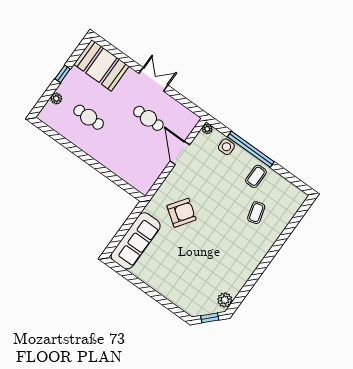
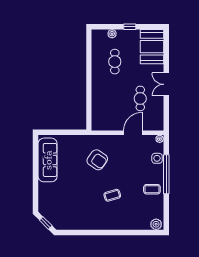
double door: (153, 79) -> (166, 84), swing flipped
coffee table: (256, 213) -> (112, 195), moved
sofa: (136, 241) -> (48, 160), moved, turned -90
plant: (225, 300) -> (156, 224), moved

